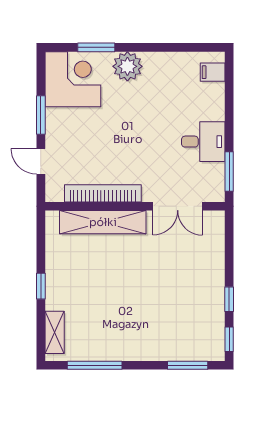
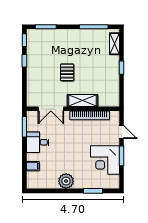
plant: (127, 66) -> (66, 181), moved
filing cabinet: (213, 72) -> (33, 166), moved
corner desk: (73, 79) -> (105, 160), moved
double door: (178, 206) -> (51, 109), swing flipped
shelving: (103, 222) -> (82, 101), width x0.68
pallet: (146, 277) -> (67, 72), added

